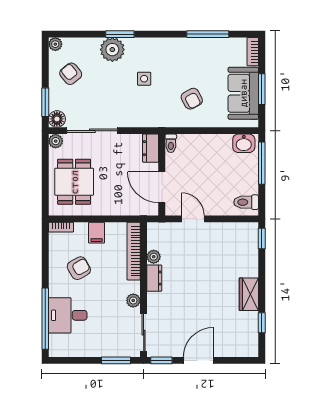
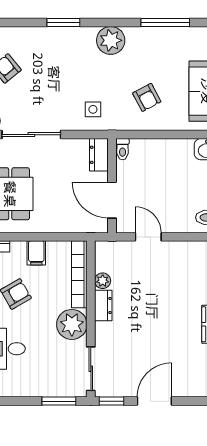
plant: (112, 50) -> (111, 40), moved
side table: (144, 79) -> (93, 109), moved
plant: (133, 300) -> (72, 324), width x1.88, depth x1.88

